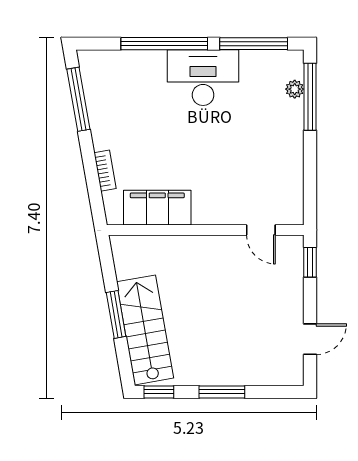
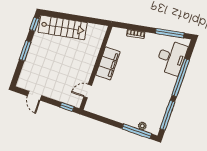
desk: (203, 78) -> (171, 58), moved
filing cabinet: (157, 208) -> (108, 63), moved
window: (116, 314) -> (73, 17), removed

